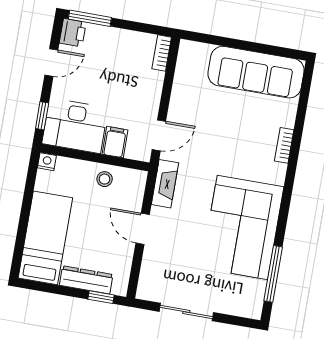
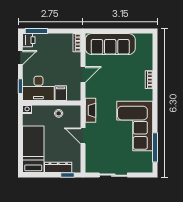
sofa: (256, 72) -> (110, 44), moved
door: (159, 135) -> (83, 75), moved

